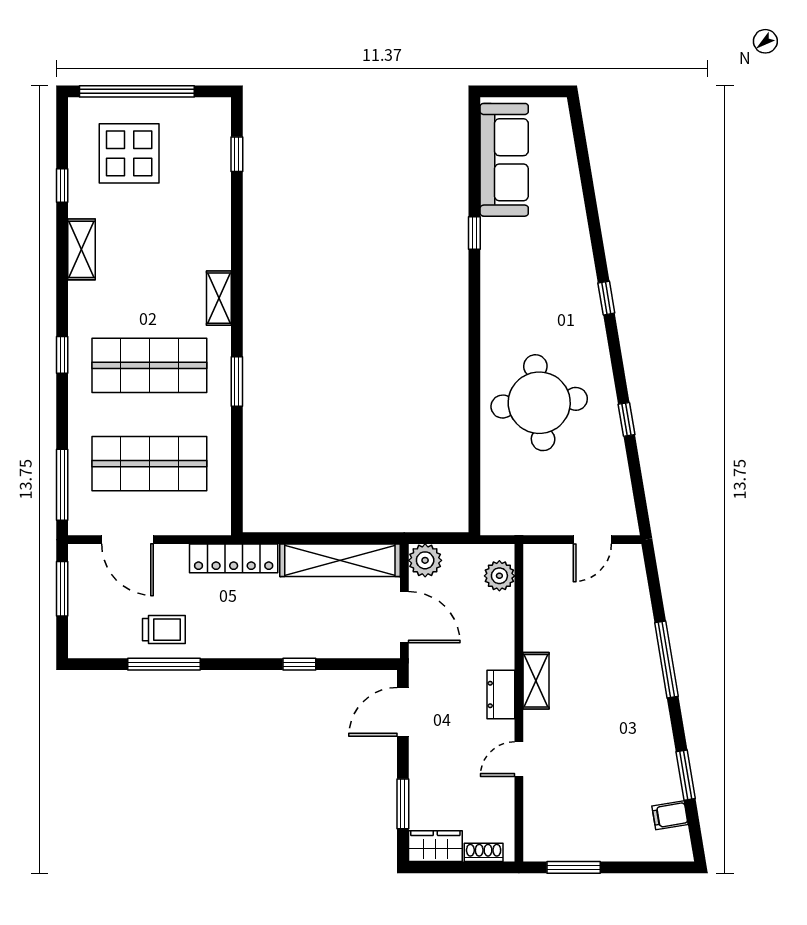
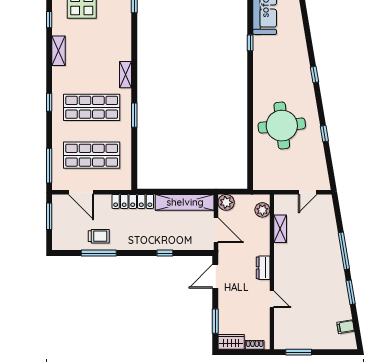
shelving: (536, 681) -> (280, 229), moved
door: (519, 759) -> (272, 299), swing flipped
window: (686, 775) -> (351, 292), moved

